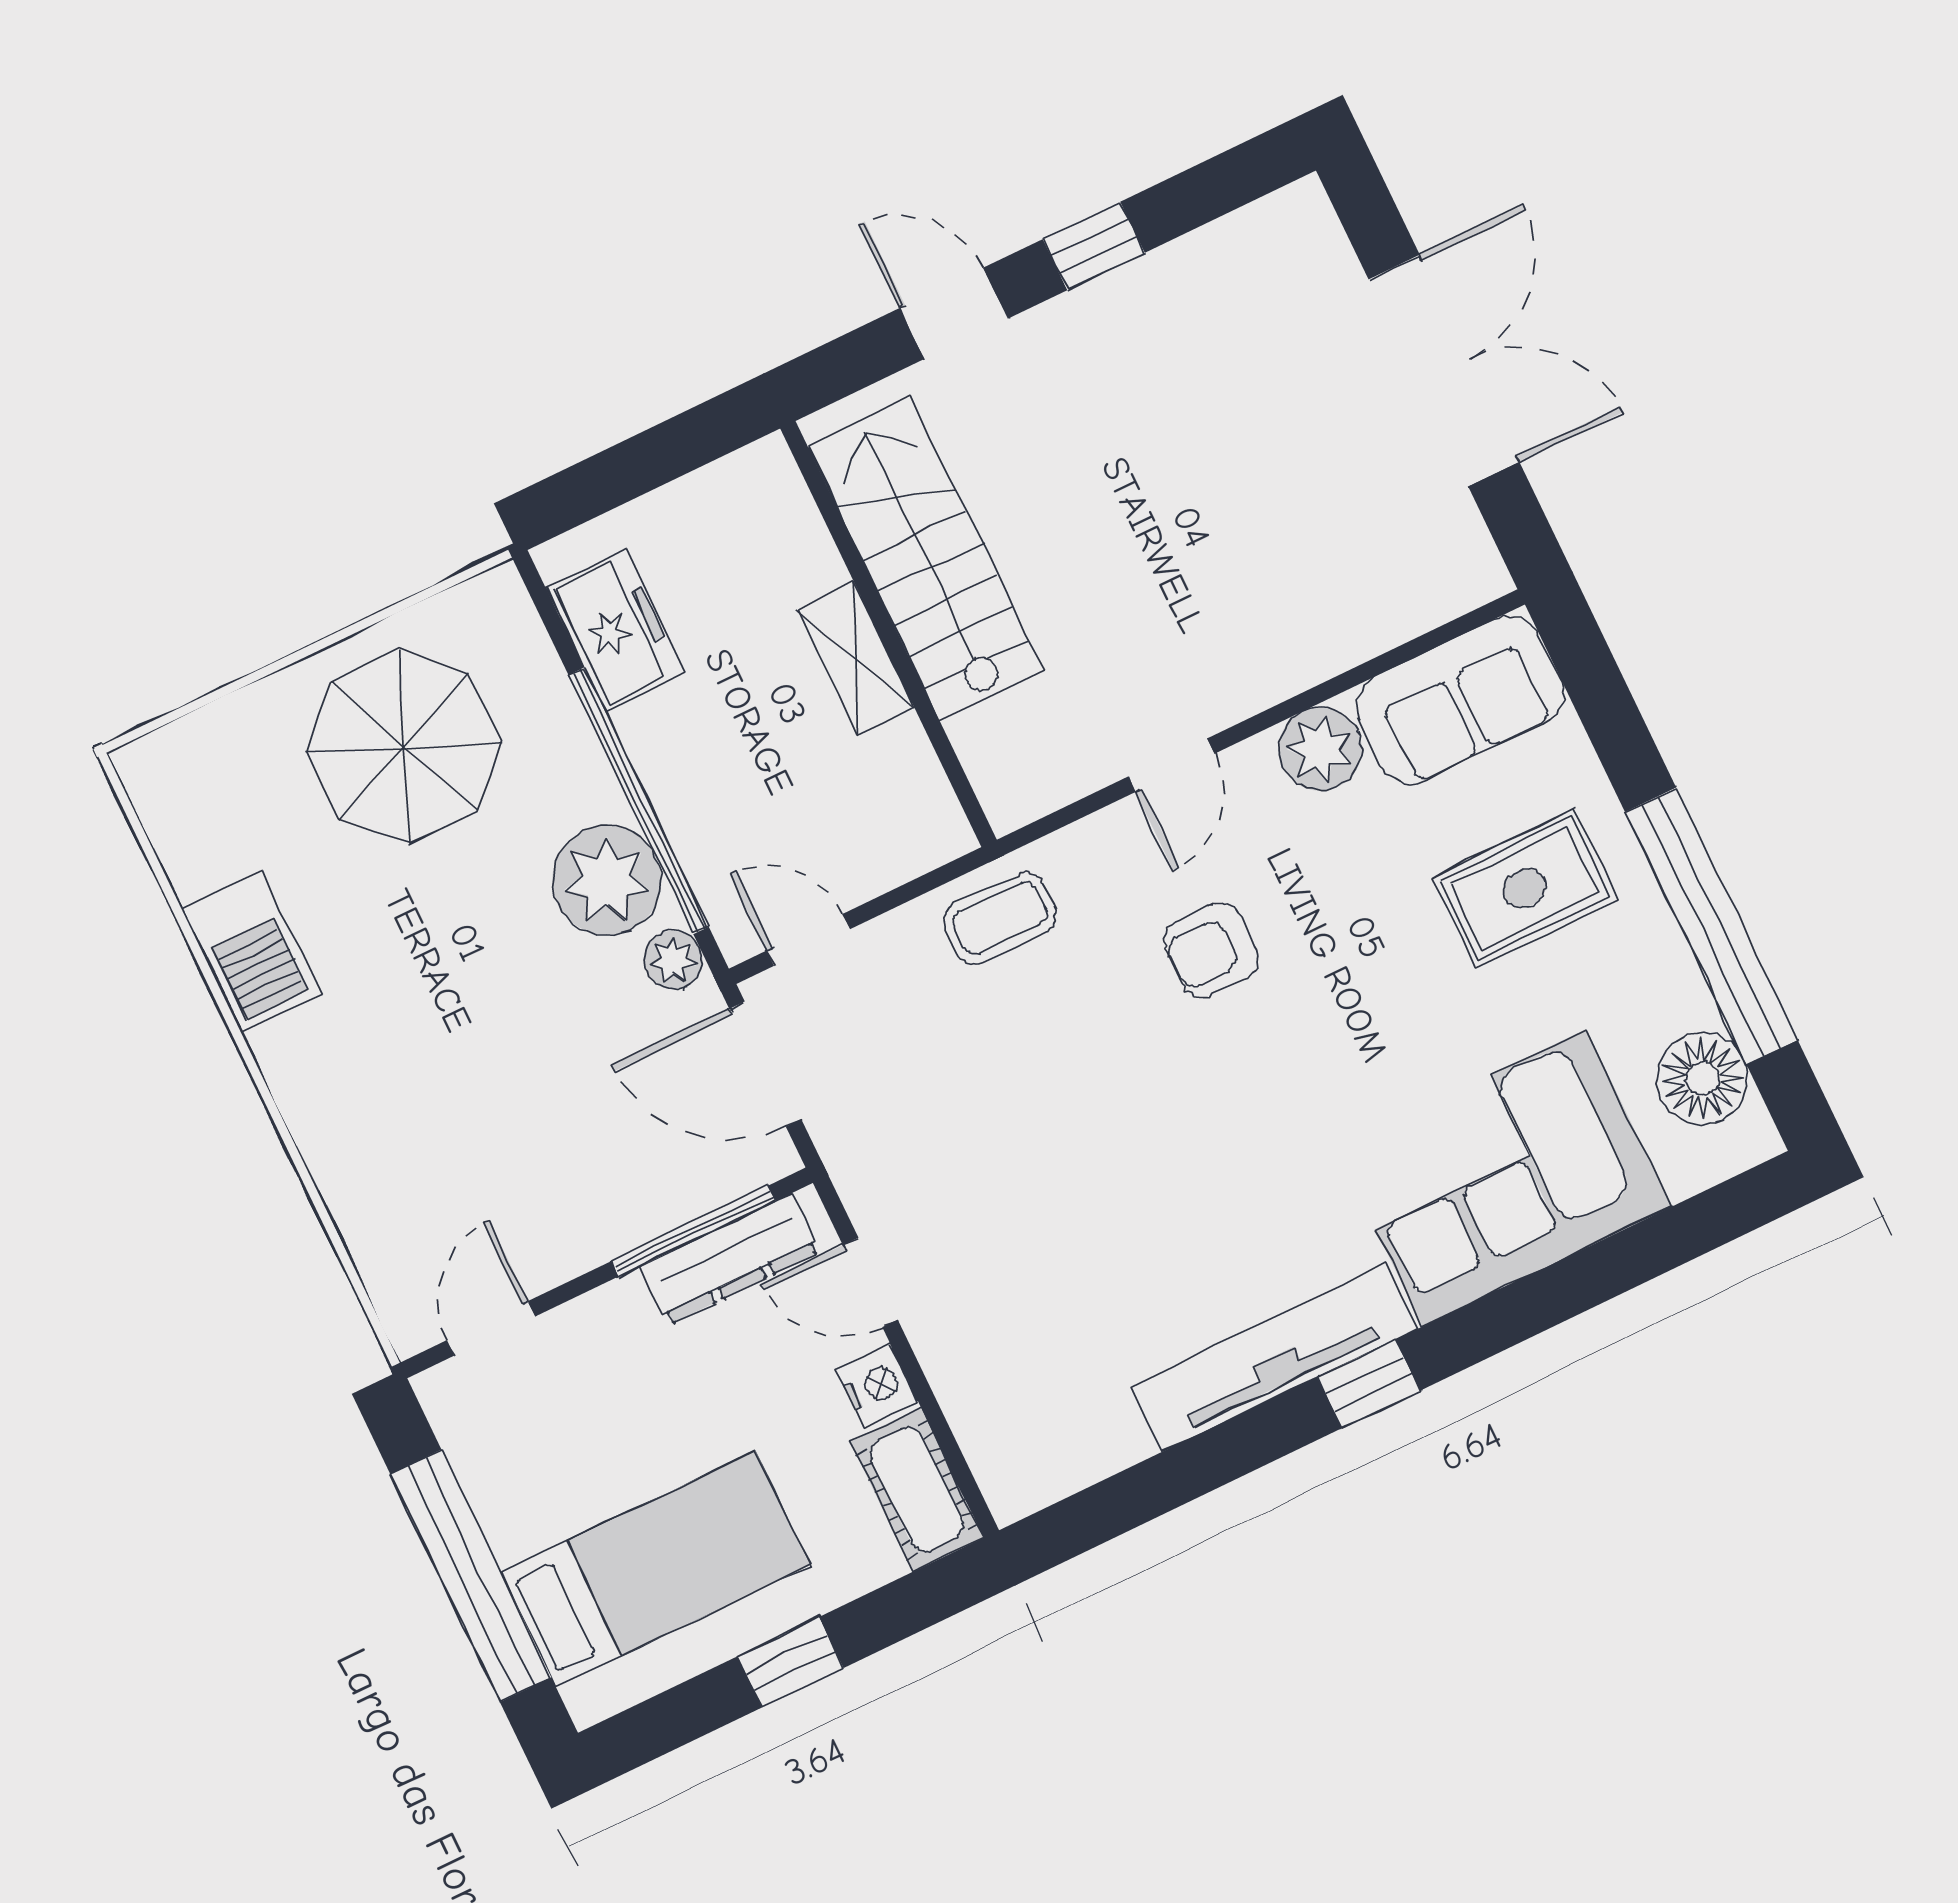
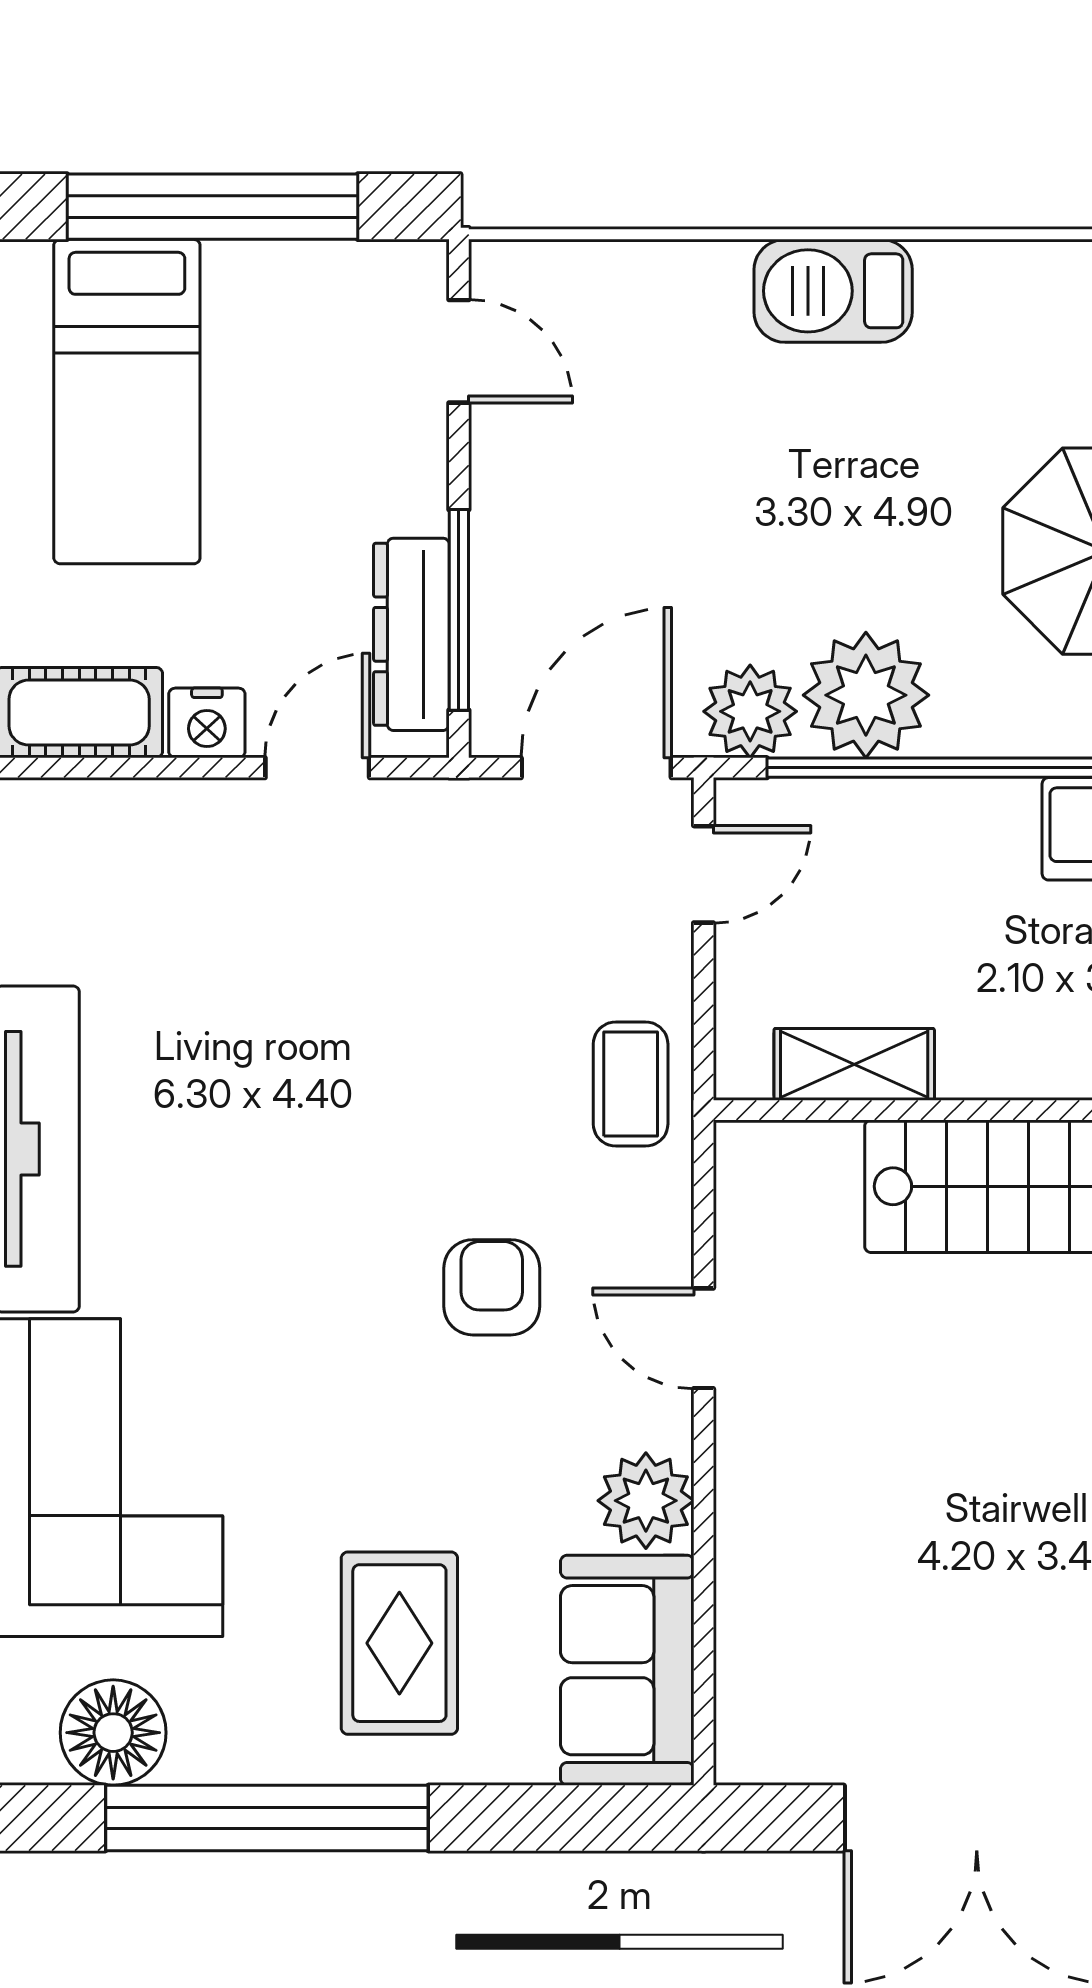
shelving: (856, 658) -> (854, 1064), moved
barbecue: (251, 951) -> (833, 291), moved
plant: (673, 960) -> (750, 711), width x1.38, depth x1.38

